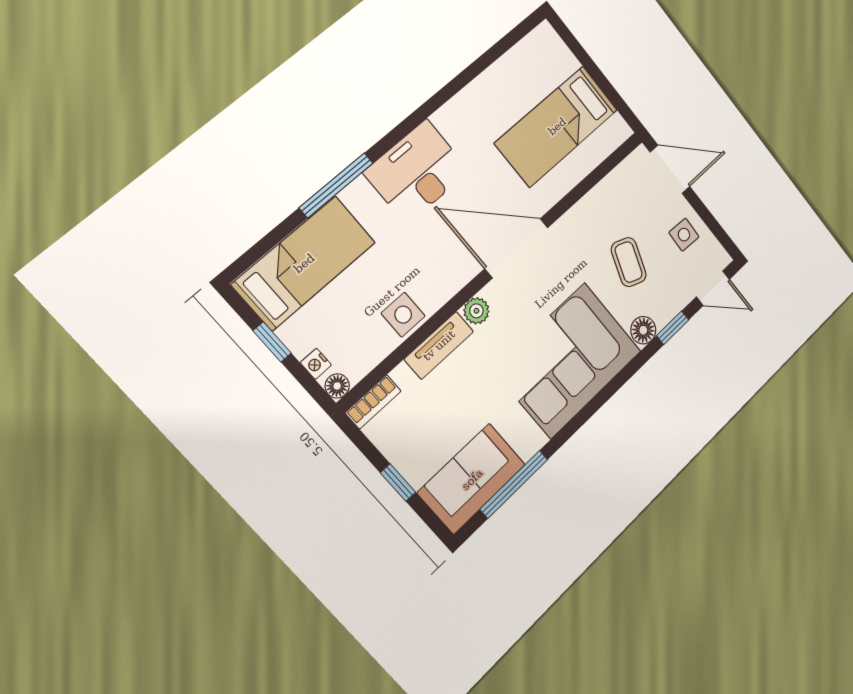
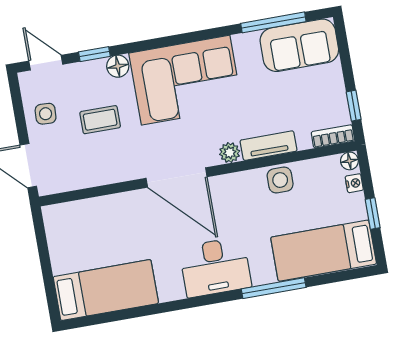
bed: (557, 126) -> (106, 290), moved
coffee table: (629, 262) -> (100, 120), turned 69
window: (398, 483) -> (354, 106), moved

